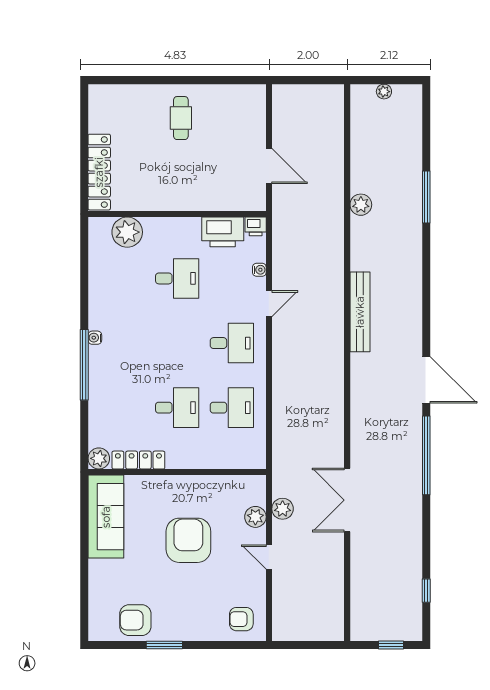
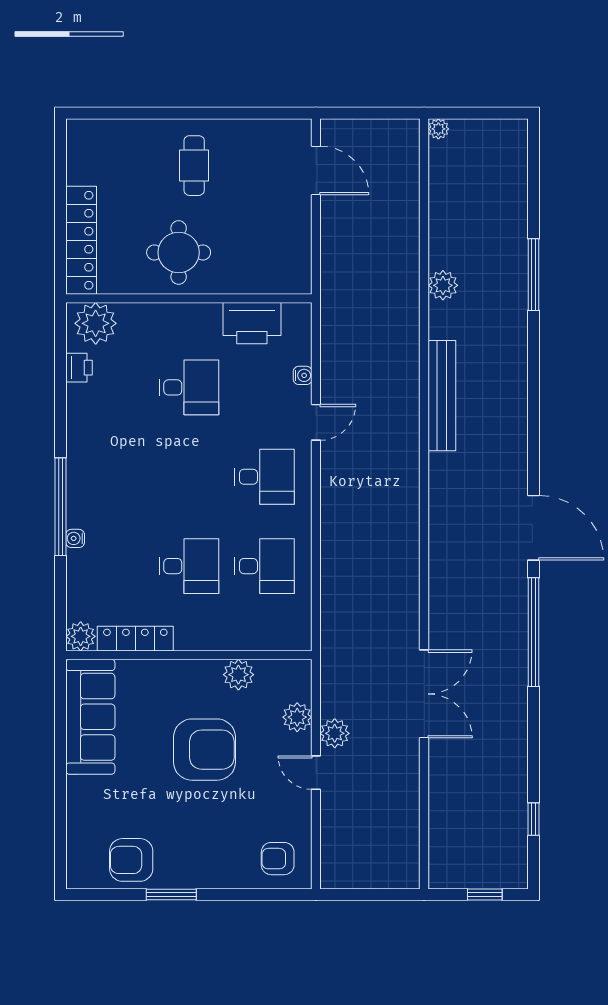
plant: (384, 92) -> (438, 129), moved
door: (269, 166) -> (316, 170), moved
round table: (170, 181) -> (179, 252), added
printer: (256, 226) -> (79, 368), moved, turned -90
plant: (127, 232) -> (96, 323), moved
bench: (360, 312) -> (442, 396), moved
water cooler: (95, 338) -> (75, 538), moved
plant: (213, 486) -> (238, 675), added
double door: (347, 500) -> (424, 694), swing flipped
plant: (283, 509) -> (335, 733), moved
armchair: (188, 540) -> (204, 750), turned 90

